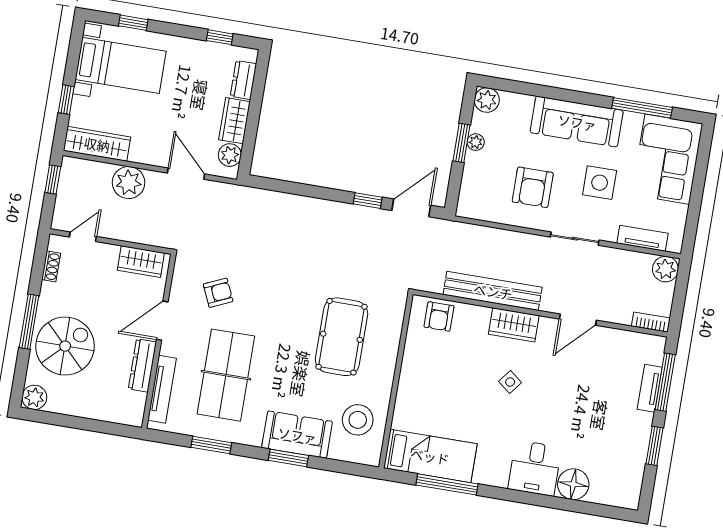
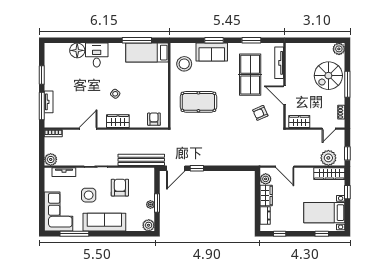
plant: (129, 183) -> (328, 158), moved
bench: (493, 291) -> (141, 160), moved
door: (162, 321) -> (284, 95), swing flipped
pool table: (341, 337) -> (198, 102), turned 90
dresser: (142, 365) -> (290, 73), removed

